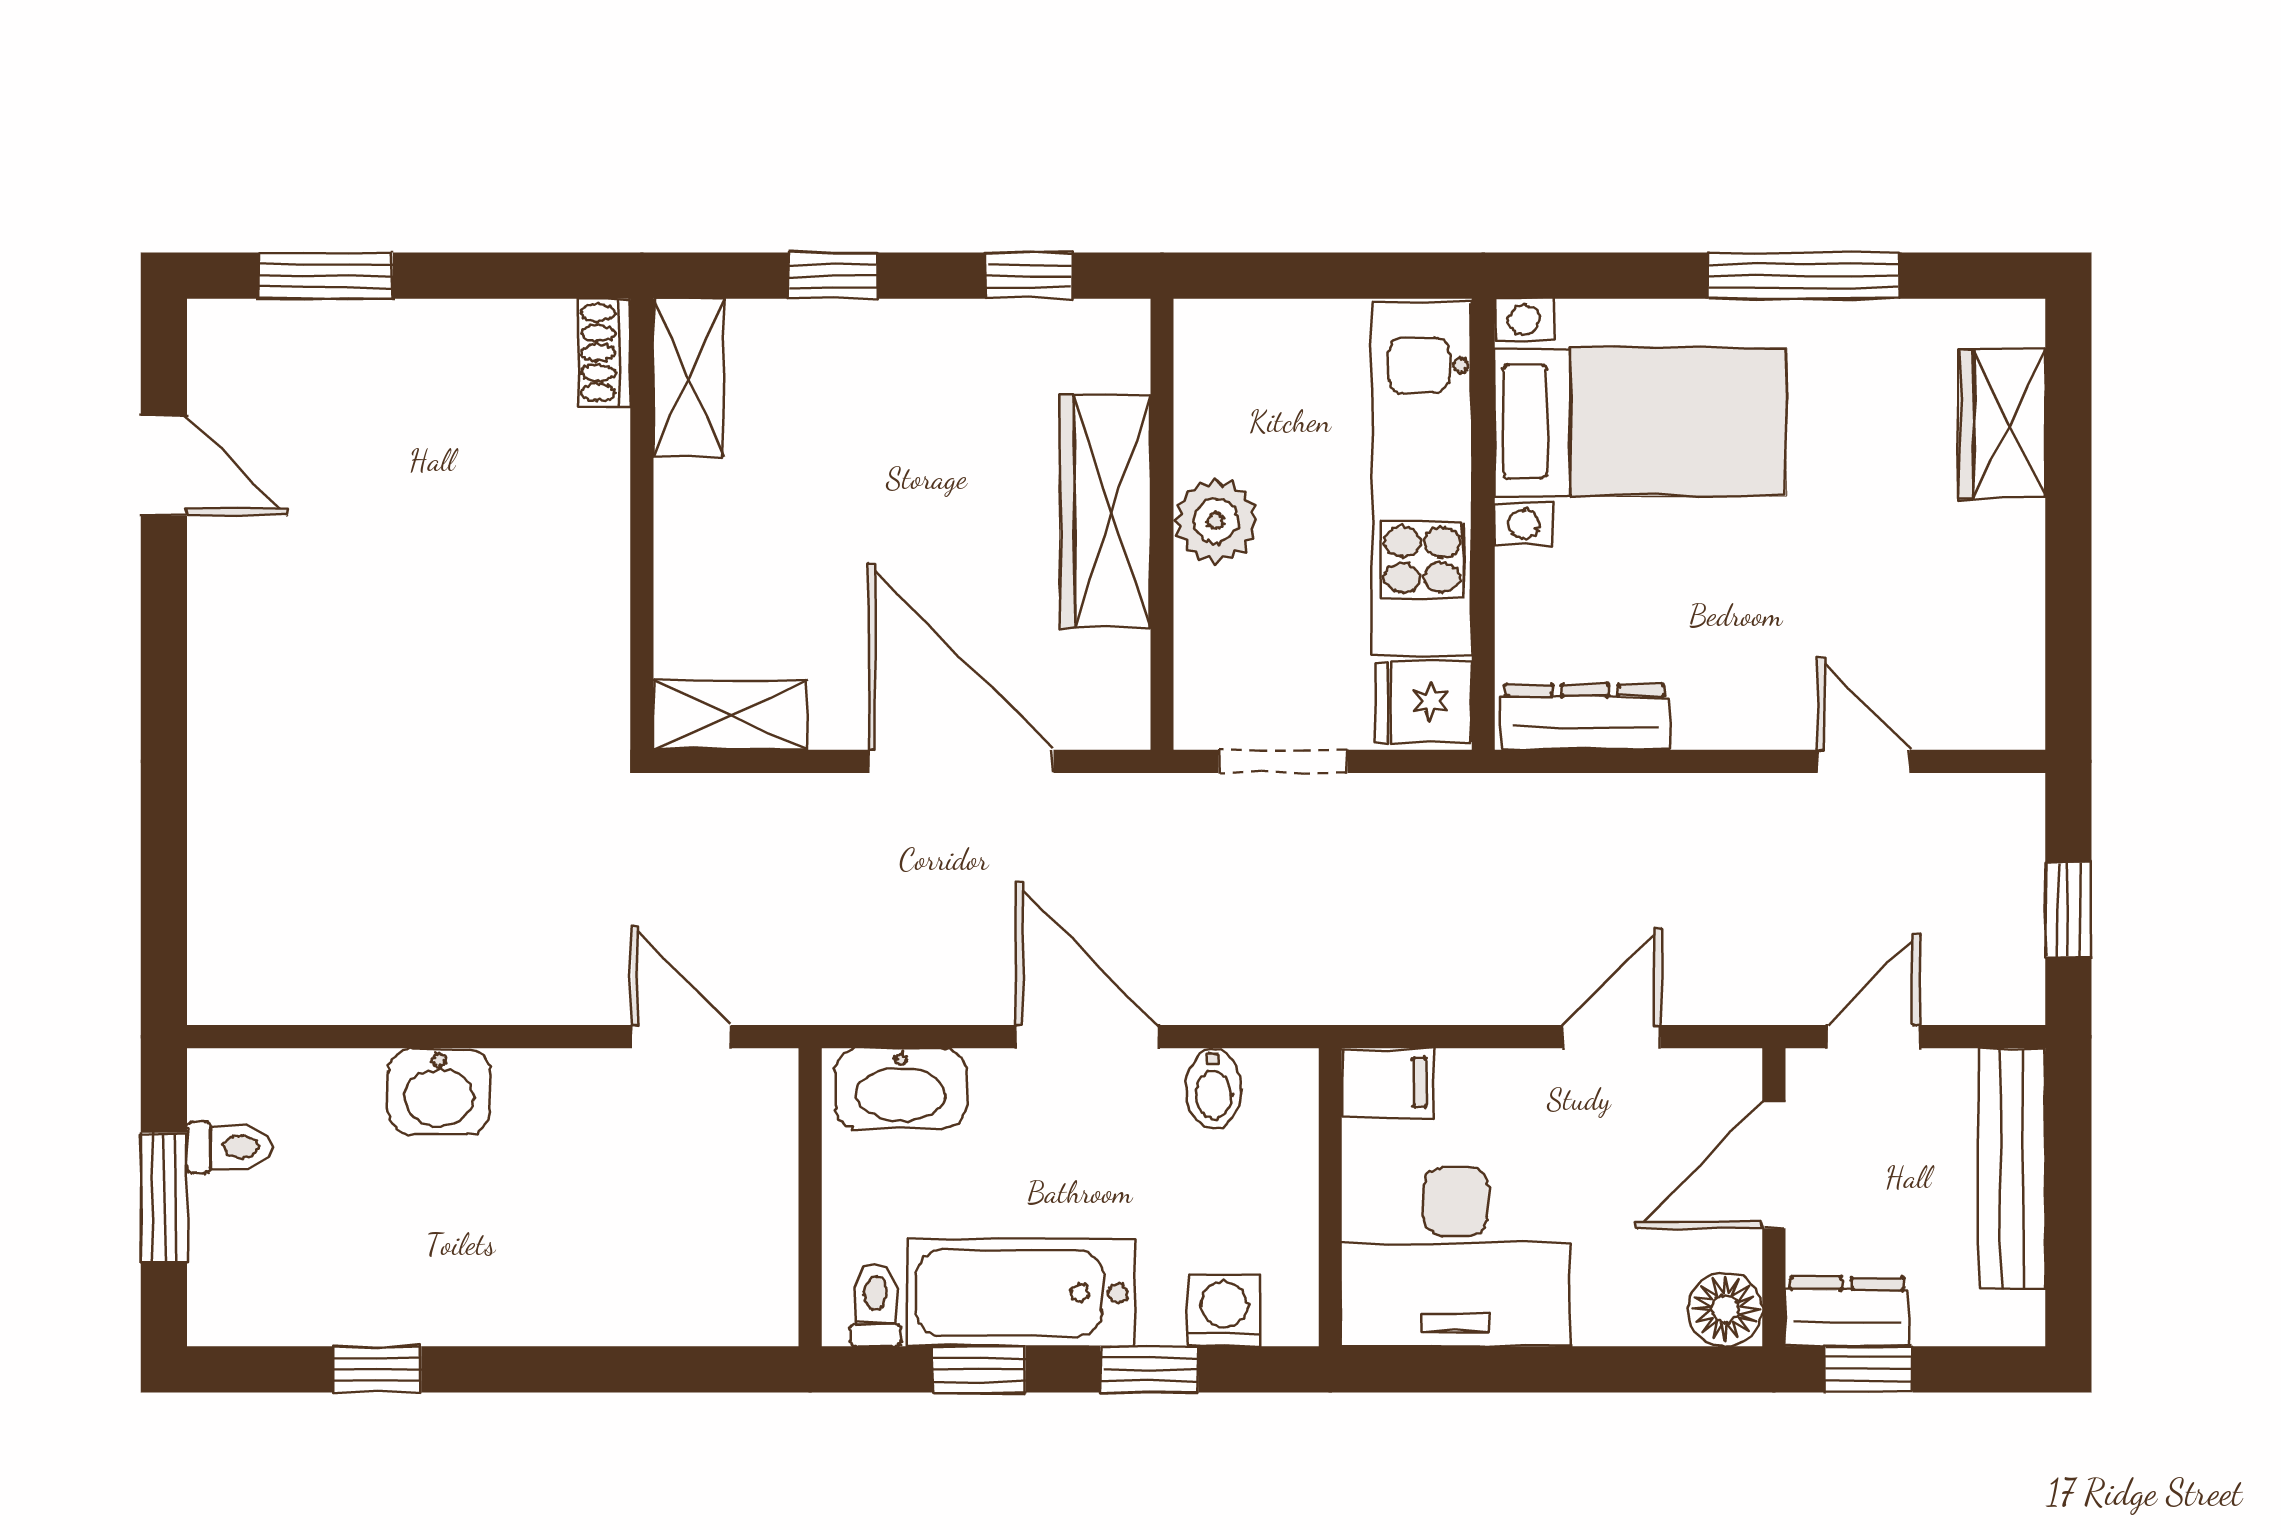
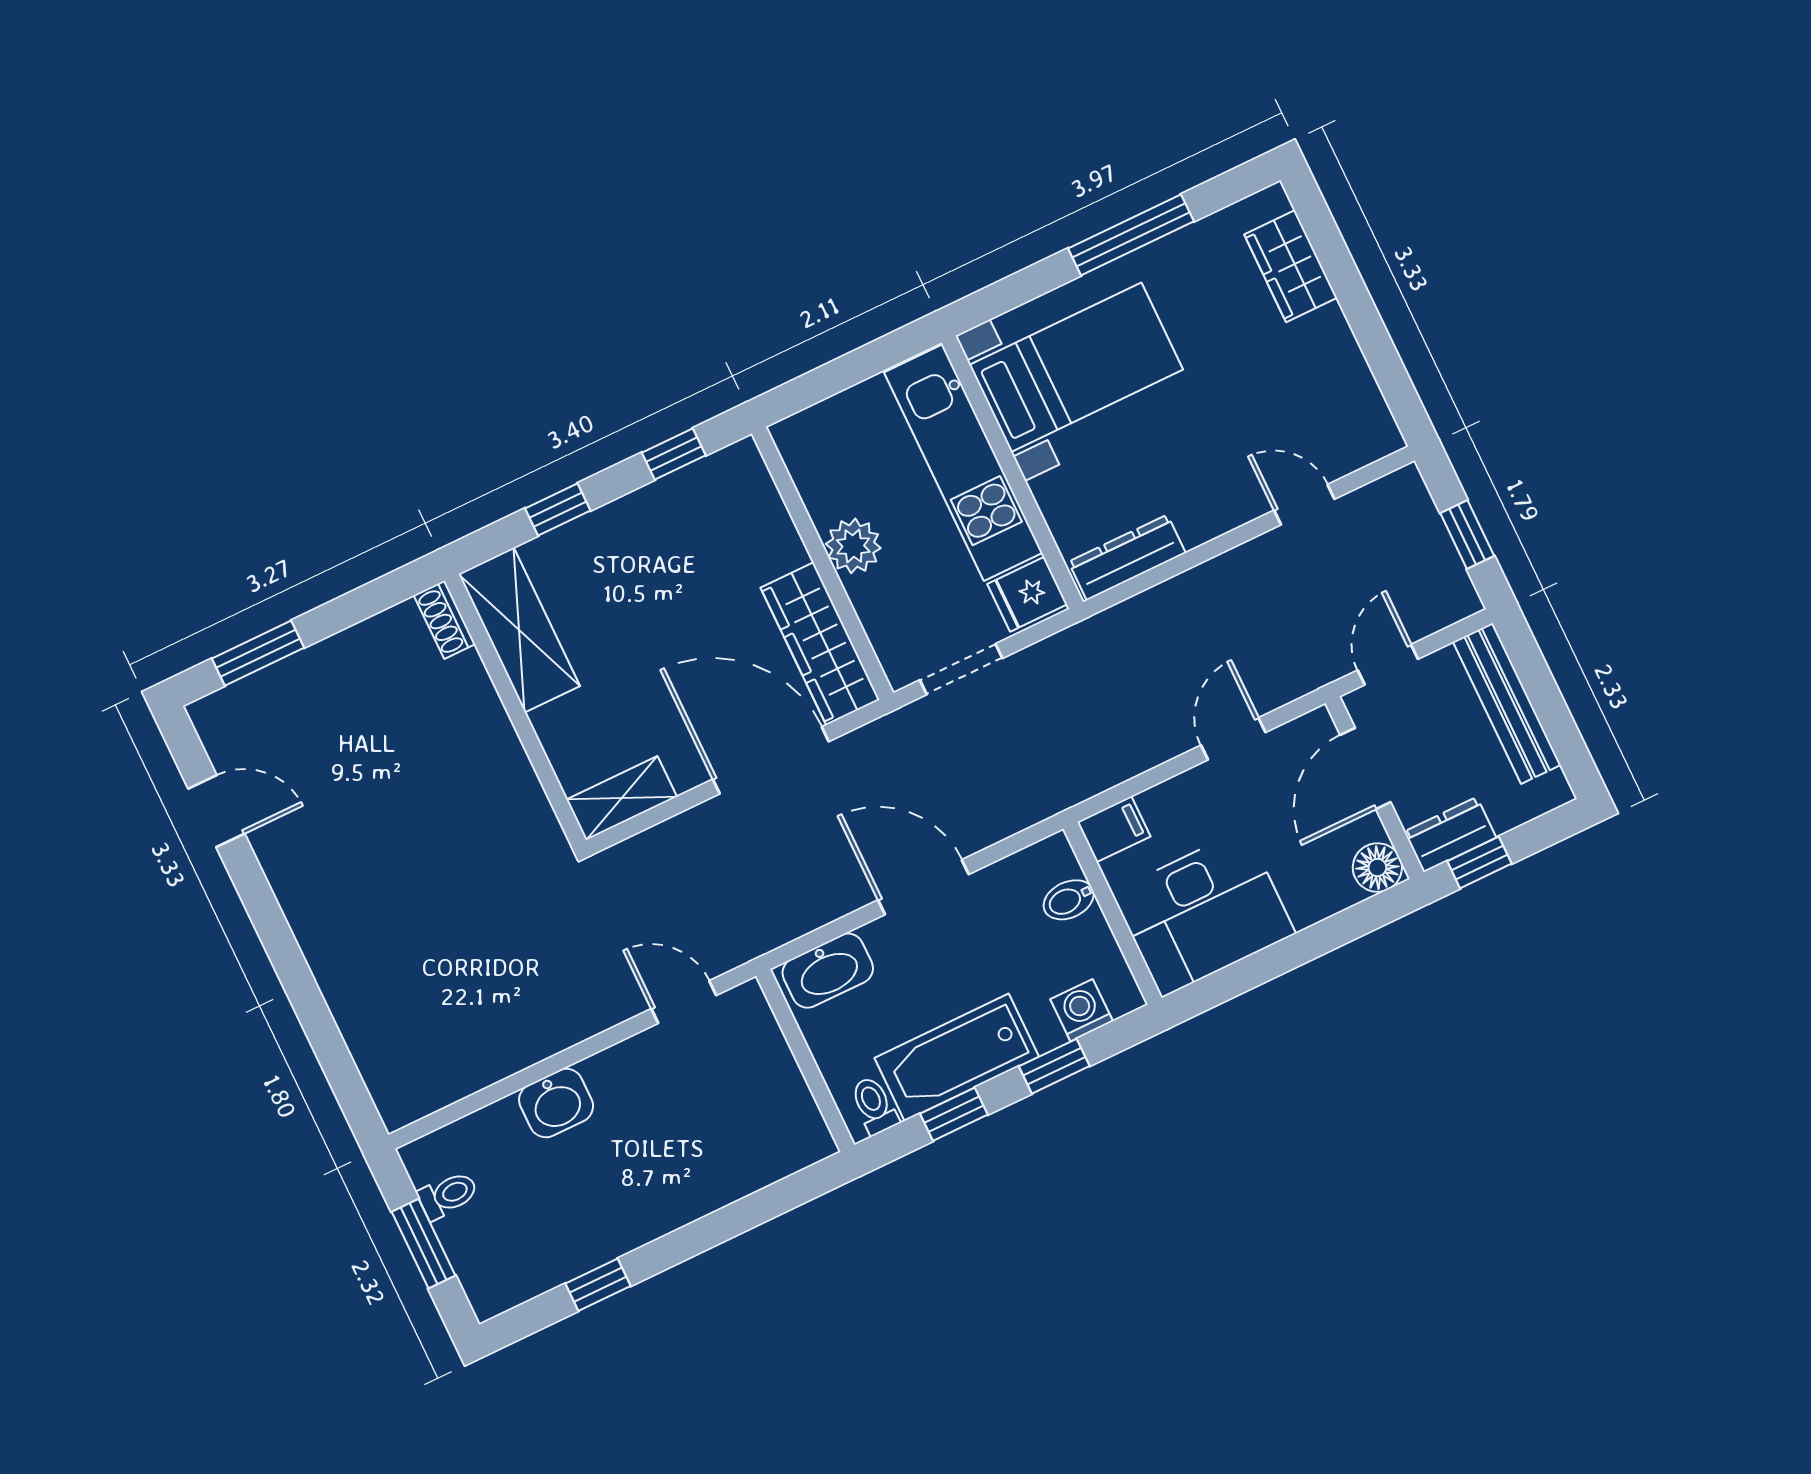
shelving: (689, 377) -> (519, 630), width x1.50, depth x1.33
wardrobe: (1105, 512) -> (820, 644), moved
bidet: (1213, 1088) -> (1069, 900), moved, turned 90

